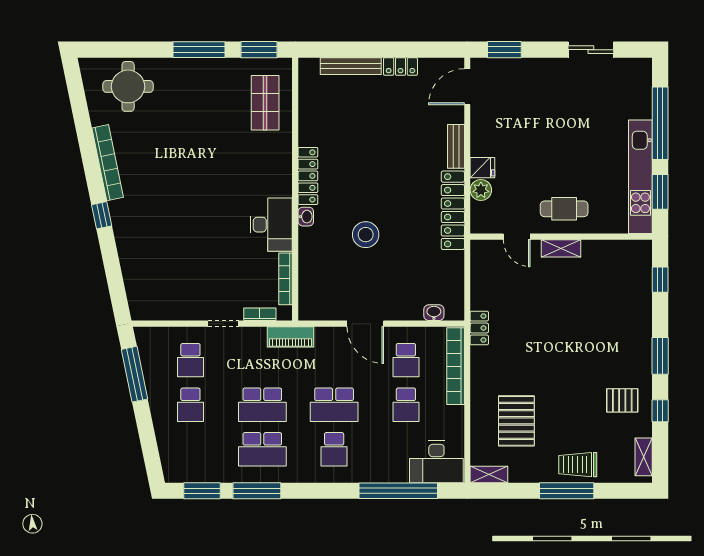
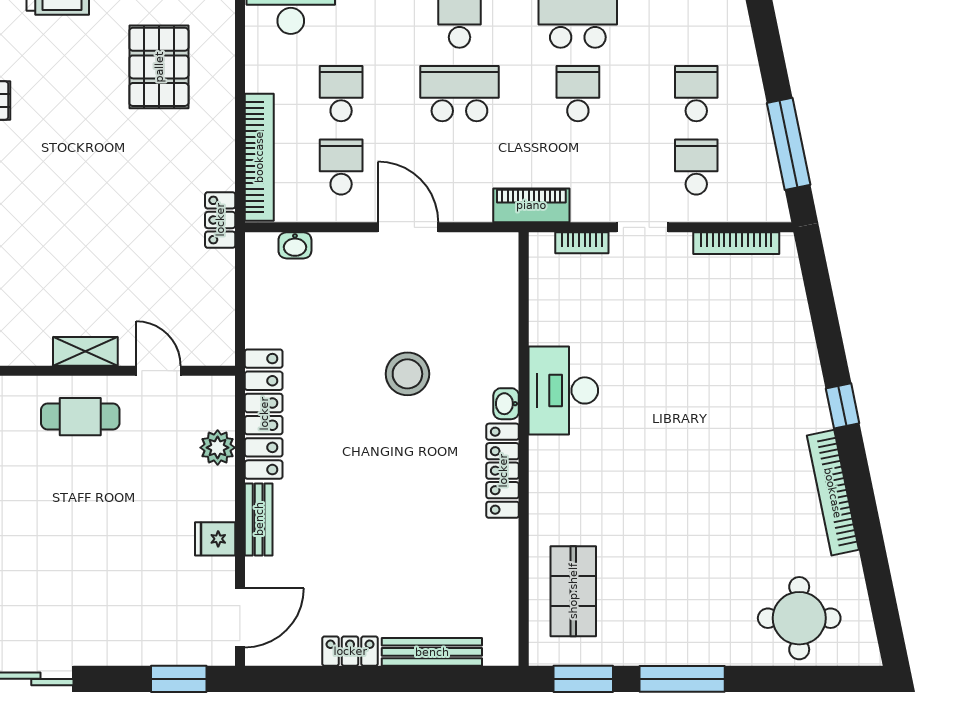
fridge: (482, 168) -> (215, 539), moved
bookcase: (286, 279) -> (736, 243), moved, turned 90
school desk: (262, 405) -> (578, 94), width x0.54

